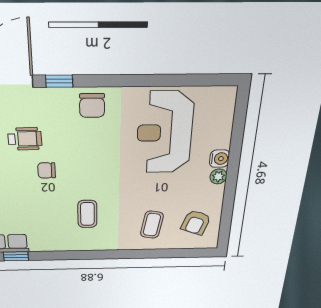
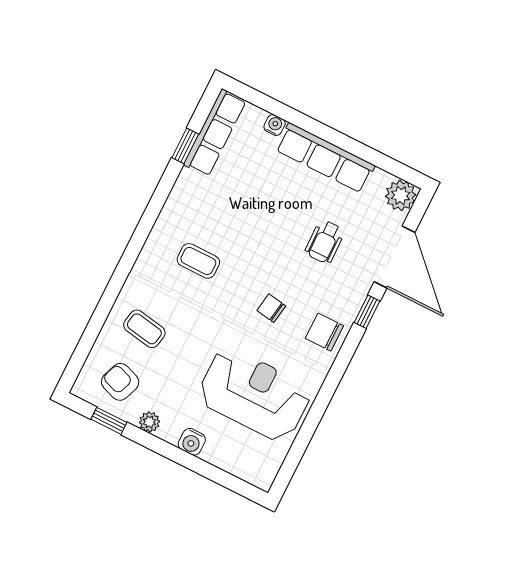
chair: (47, 170) -> (271, 308), moved, turned -81
plant: (218, 176) -> (149, 422), moved
window: (226, 217) -> (109, 421), added

